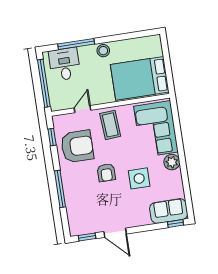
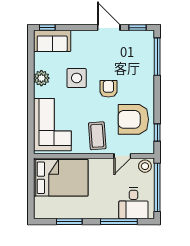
window: (125, 37) -> (69, 222), added
stool: (103, 51) -> (145, 166), moved
plant: (172, 162) -> (41, 78), moved
window: (60, 189) -> (157, 57), moved

